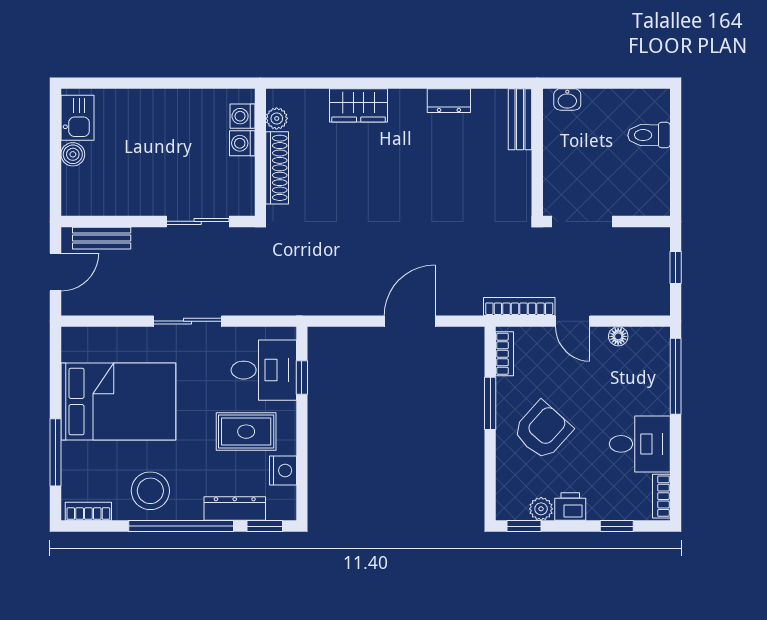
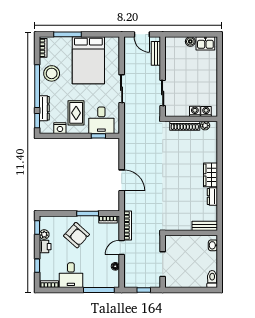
wardrobe: (359, 105) -> (211, 175), moved
toilet: (649, 135) -> (212, 279), moved
doorway: (582, 221) -> (163, 264), moved

